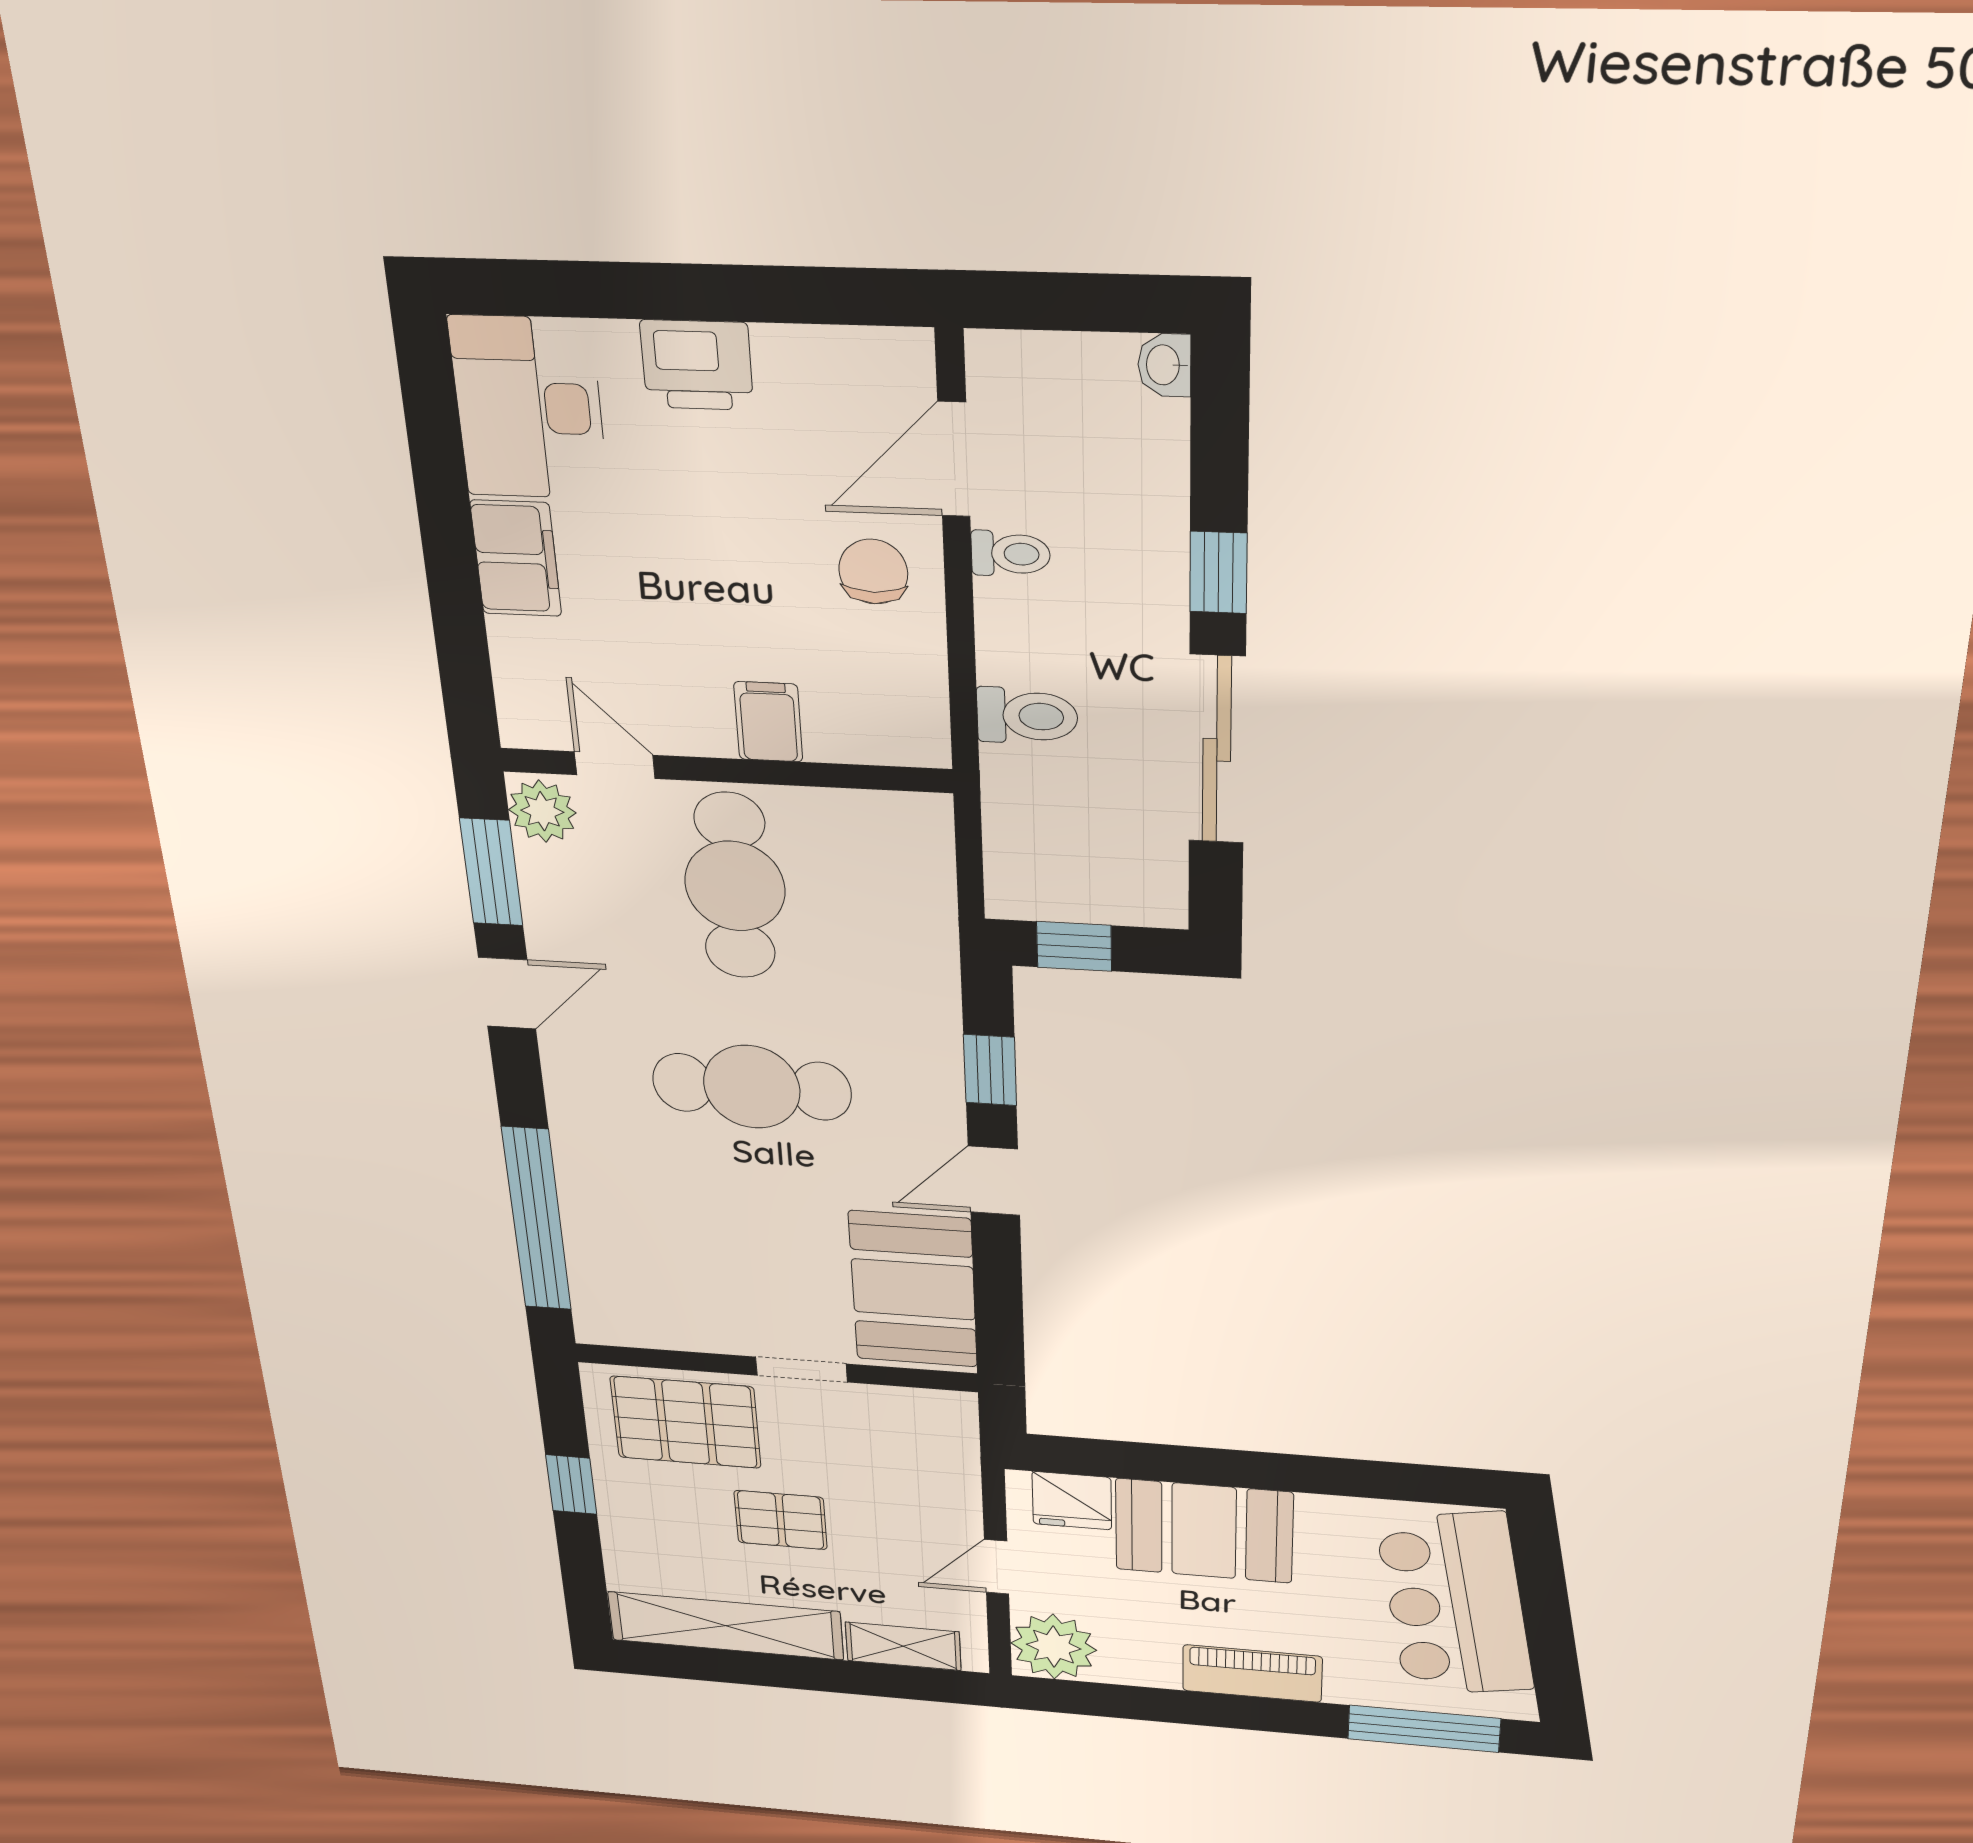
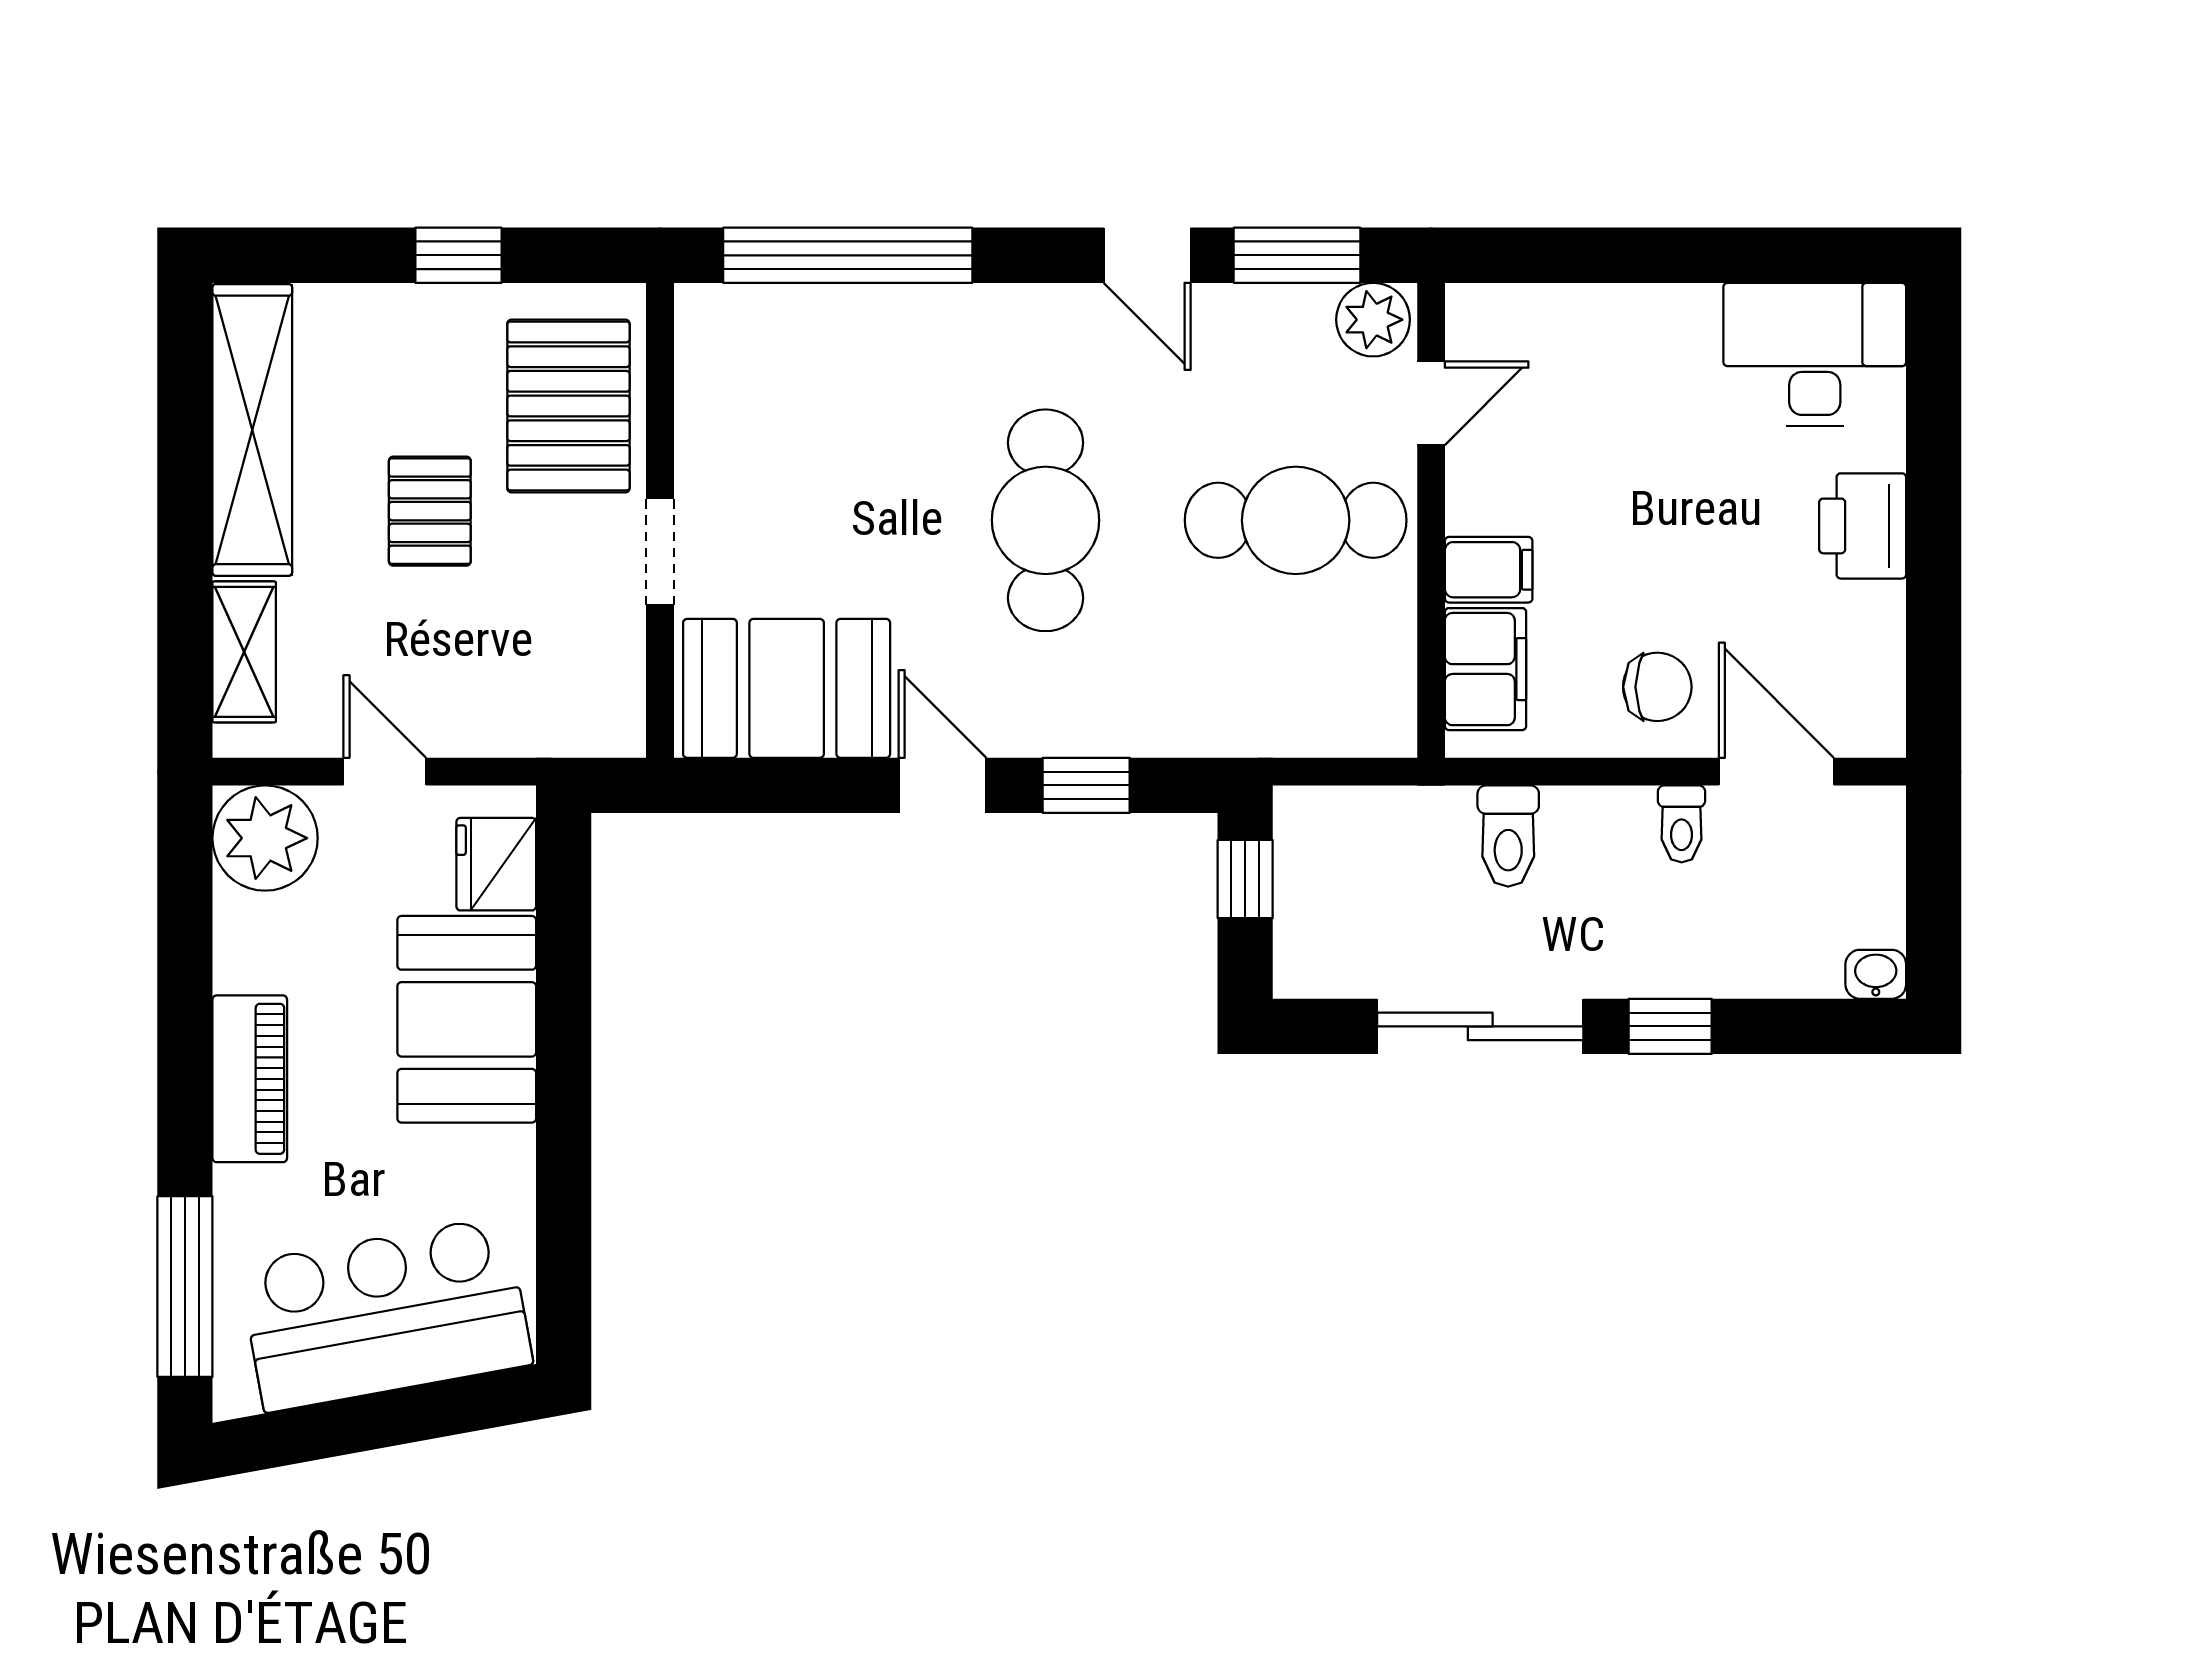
filing cabinet: (516, 558) -> (1486, 669), moved, turned -90

